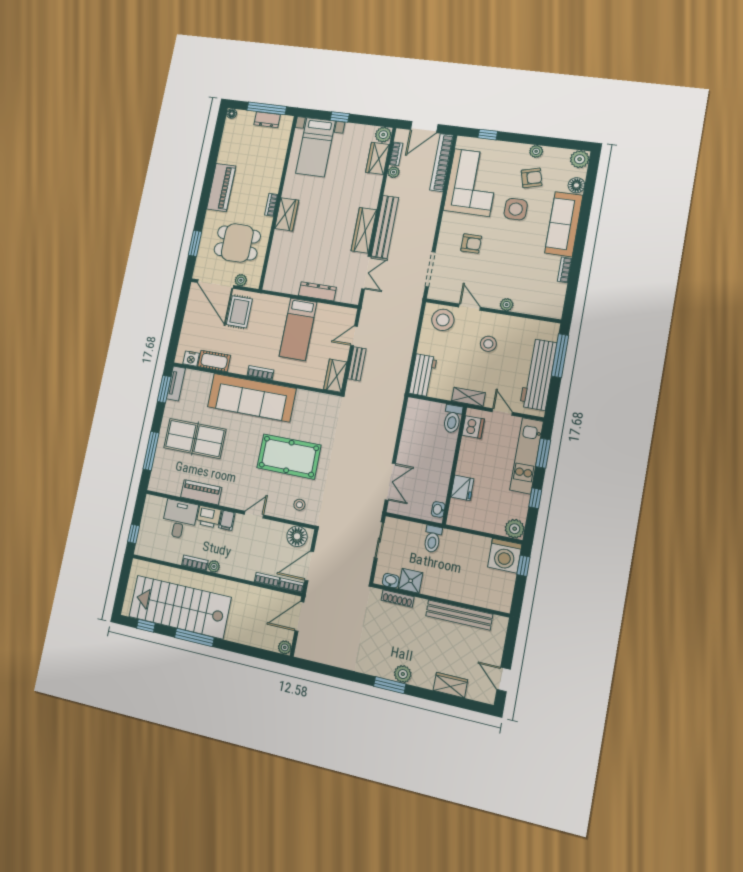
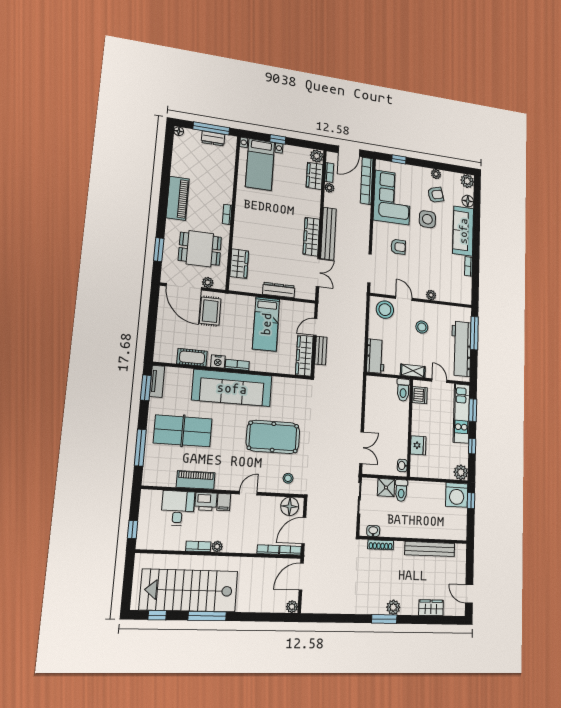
wardrobe: (287, 214) -> (239, 264), moved
nightstand: (191, 359) -> (218, 361), moved
wardrobe: (335, 376) -> (304, 356), width x1.50
shower: (411, 581) -> (386, 488), moved

